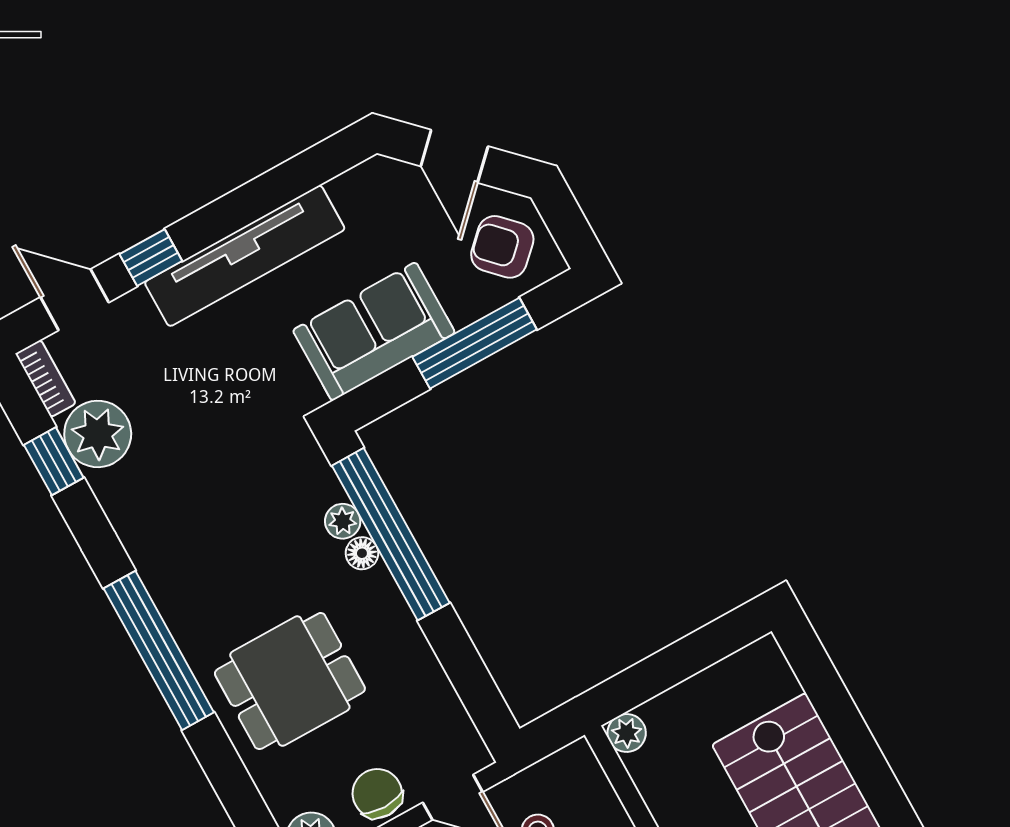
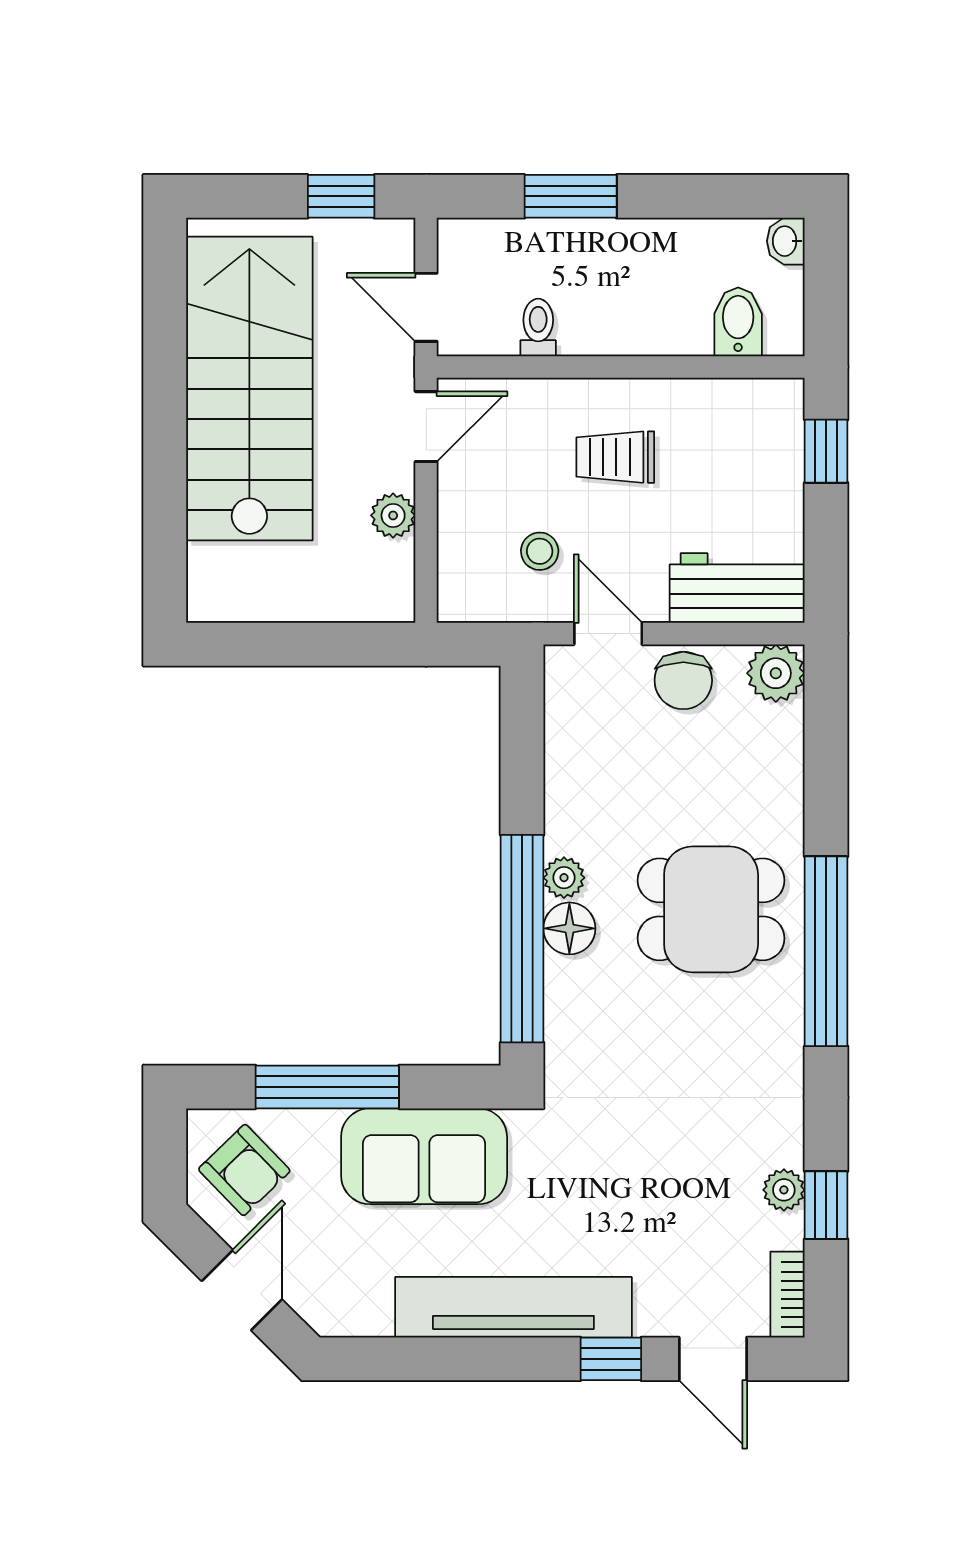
plant: (98, 434) -> (784, 1190), width x0.53, depth x0.53
plant: (343, 521) -> (564, 878), moved
floor lamp: (362, 553) -> (569, 928), width x1.37, depth x1.37
dining table: (290, 681) -> (711, 909), moved
plant: (627, 733) -> (393, 515), moved

